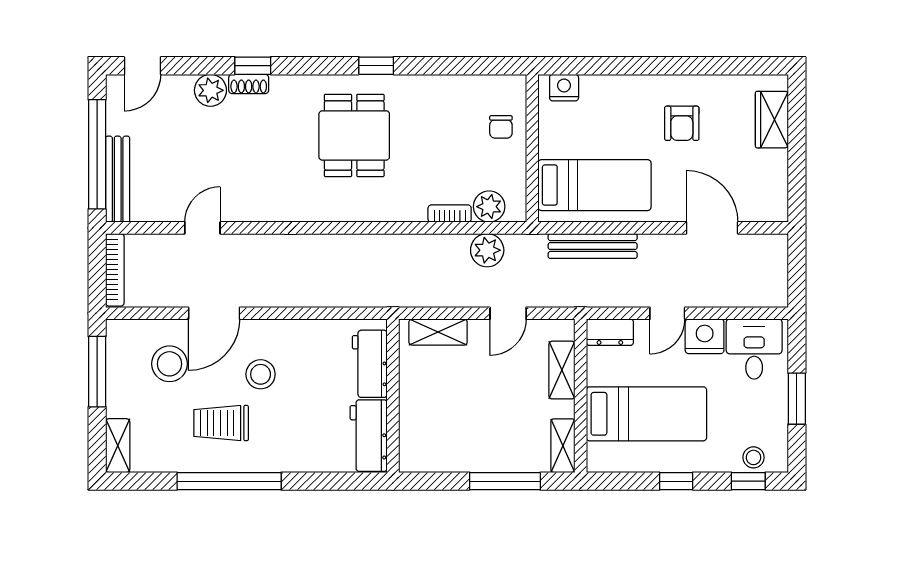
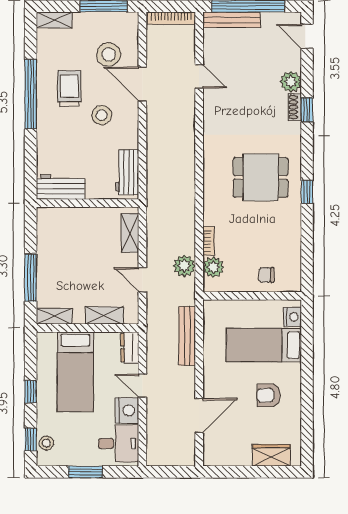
bed: (594, 185) -> (264, 345), moved, turned 90
workbench: (370, 364) -> (127, 172), moved, turned -90

